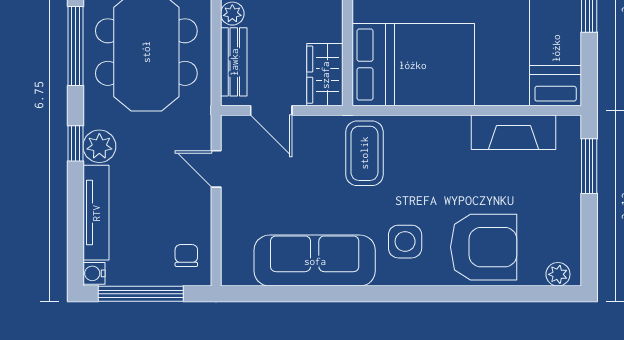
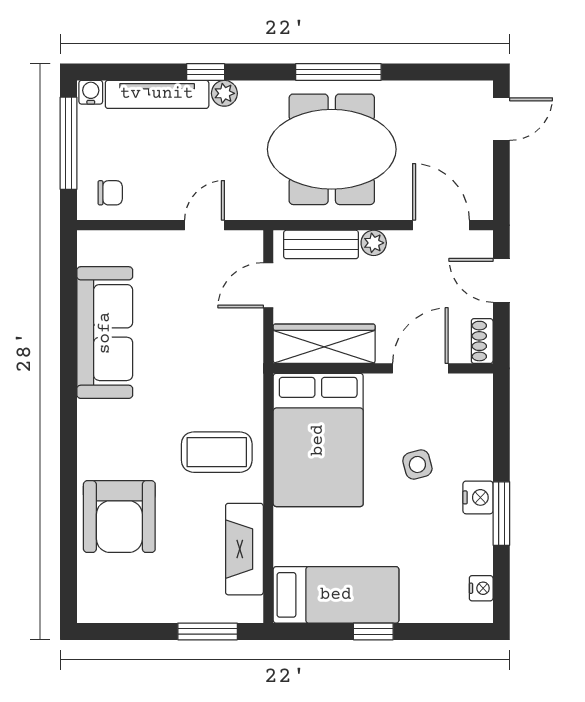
wardrobe: (325, 75) -> (324, 344), width x1.50
window: (75, 143) -> (206, 72), moved
plant: (99, 146) -> (224, 93), width x0.73, depth x0.73
coffee table: (364, 153) -> (217, 452), moved
side table: (405, 242) -> (125, 431), removed
plant: (558, 274) -> (90, 597), removed

